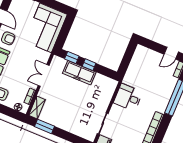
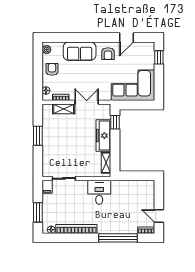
window: (89, 65) -> (115, 142), removed
shelving: (104, 80) -> (106, 163), added
shelving: (37, 108) -> (64, 109), moved
window: (44, 126) -> (38, 136), moved

